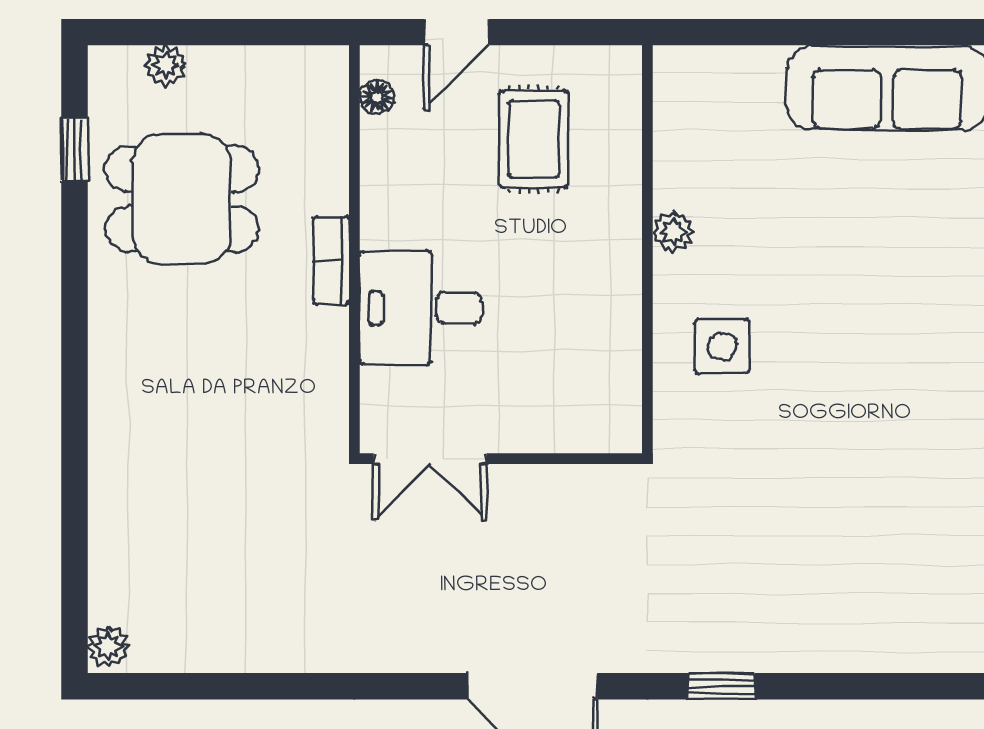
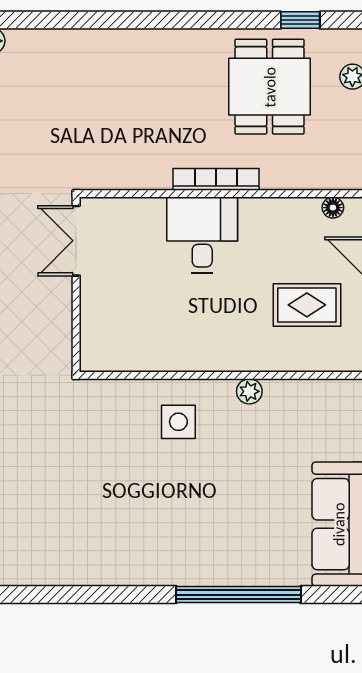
bookcase: (331, 261) -> (216, 179), width x1.56
double door: (430, 459) -> (76, 241), moved
wall: (501, 459) -> (76, 285), moved

